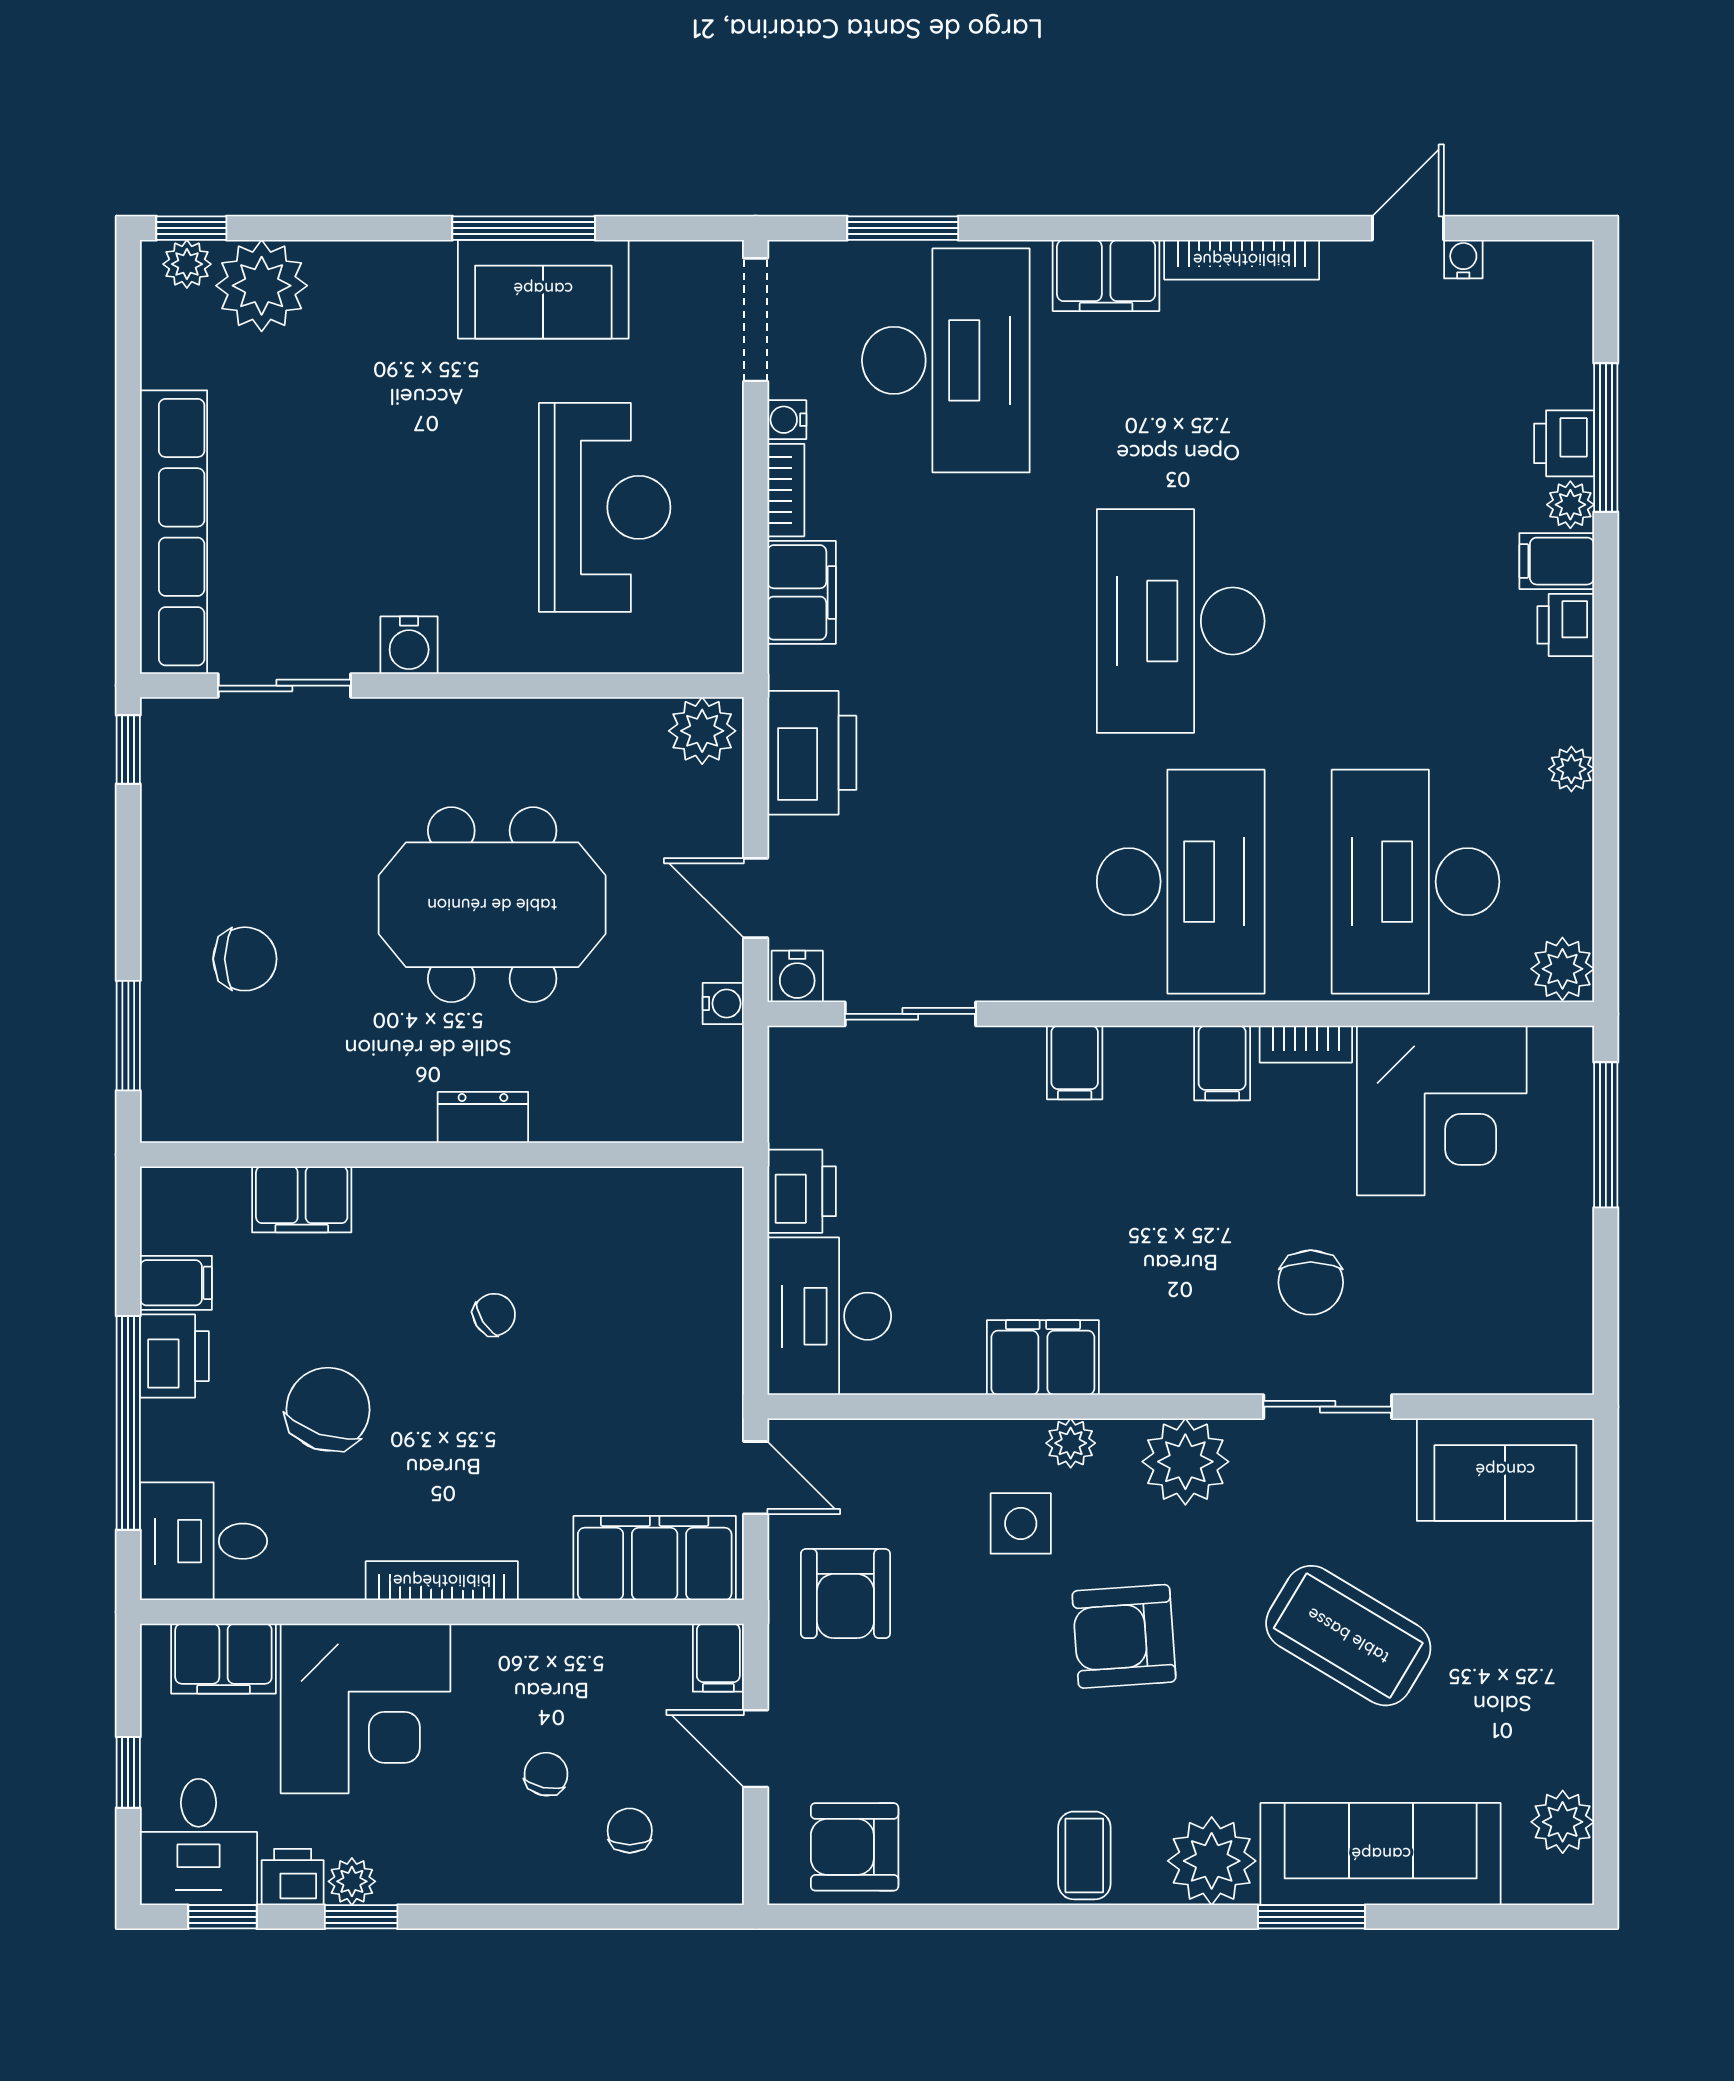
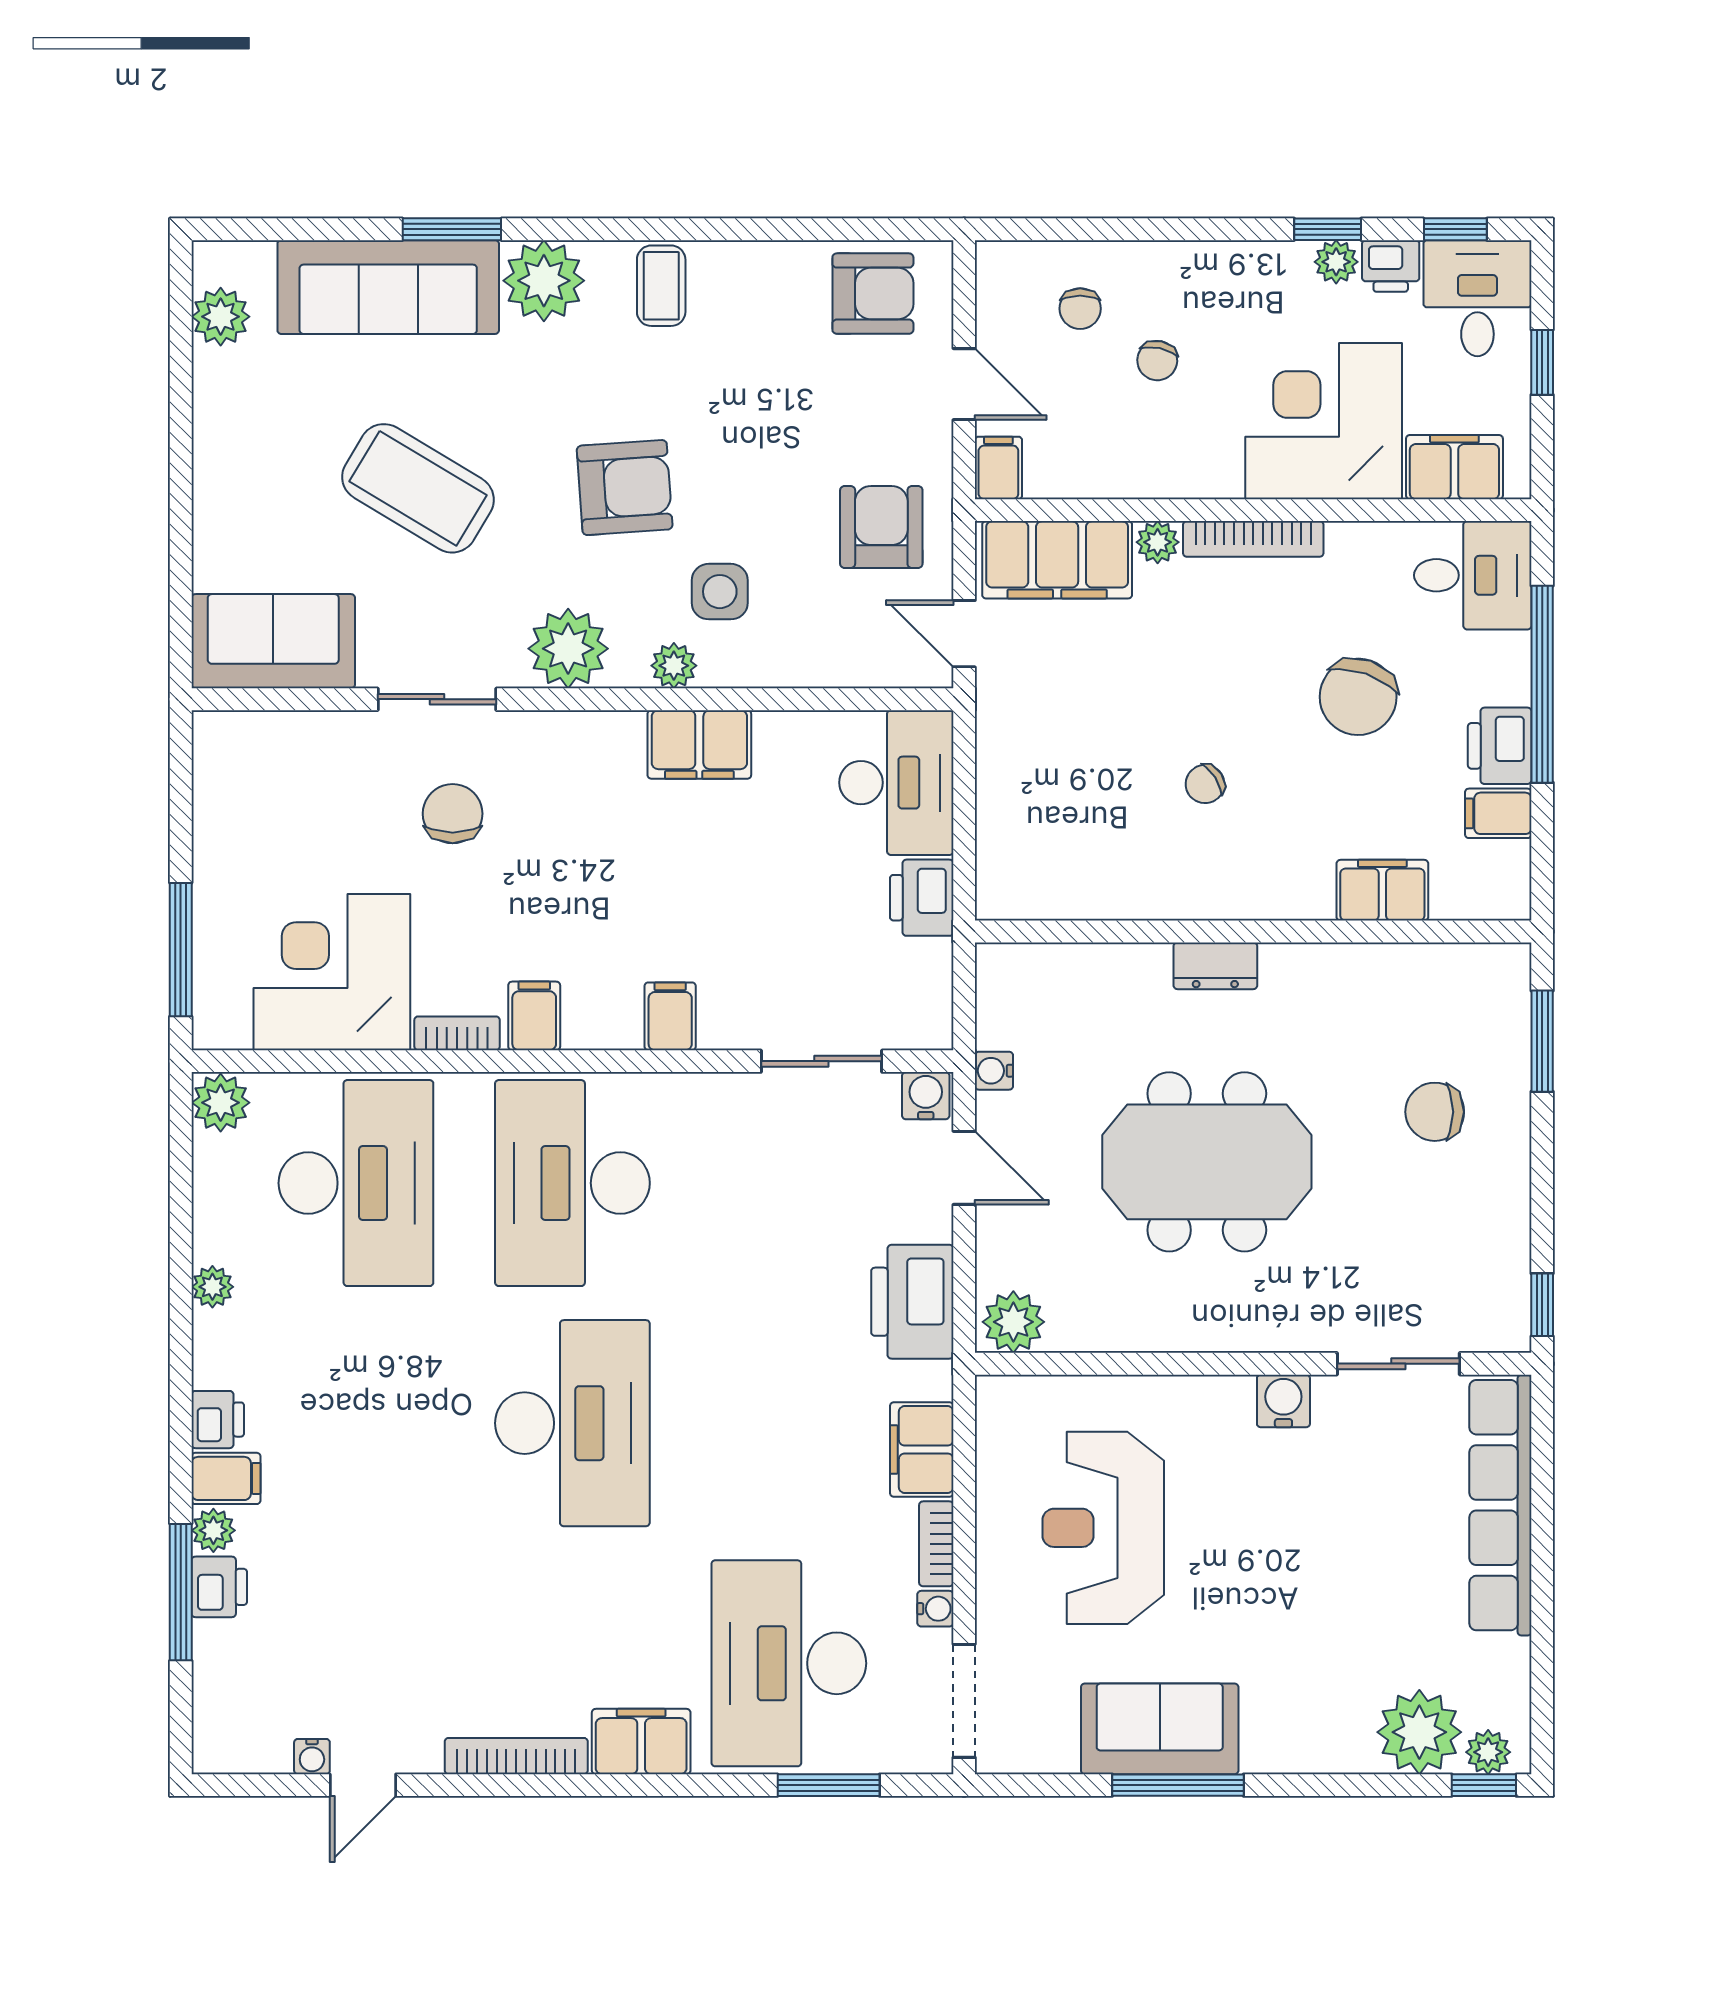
plant: (546, 1577) -> (1158, 542), added

